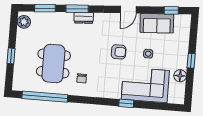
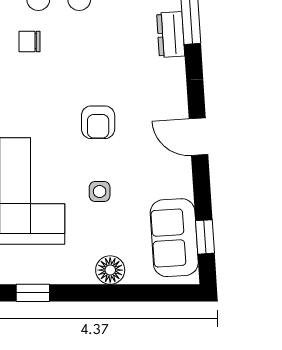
sofa: (157, 23) -> (174, 238), moved
window: (191, 61) -> (33, 293), moved
floor lamp: (180, 76) -> (110, 270), moved

